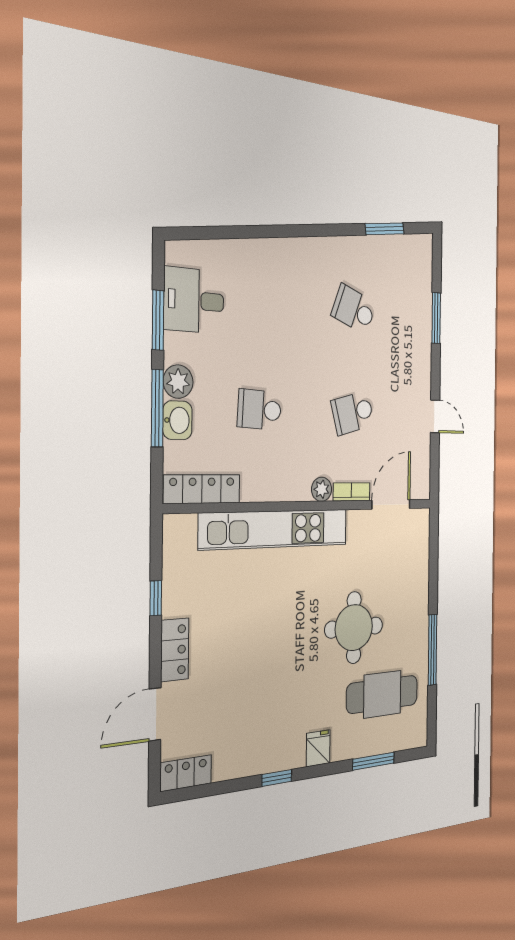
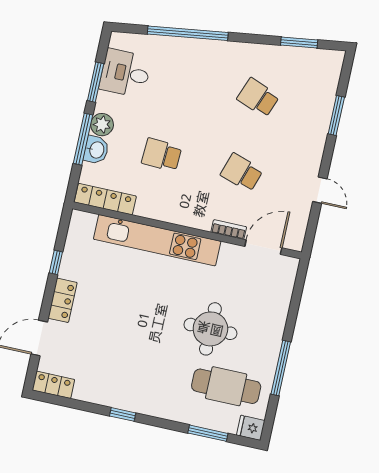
window: (260, 232) -> (188, 33), added
school desk: (353, 413) -> (242, 172), turned 33
plant: (322, 489) -> (203, 222), removed
fridge: (318, 748) -> (251, 428), moved, turned -90

